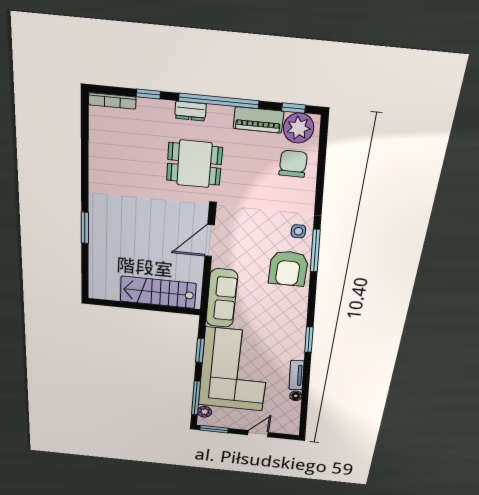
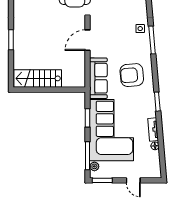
armchair: (288, 268) -> (132, 75), moved, turned 85
stairs: (158, 292) -> (38, 78), moved
door: (258, 434) -> (133, 180), swing flipped

